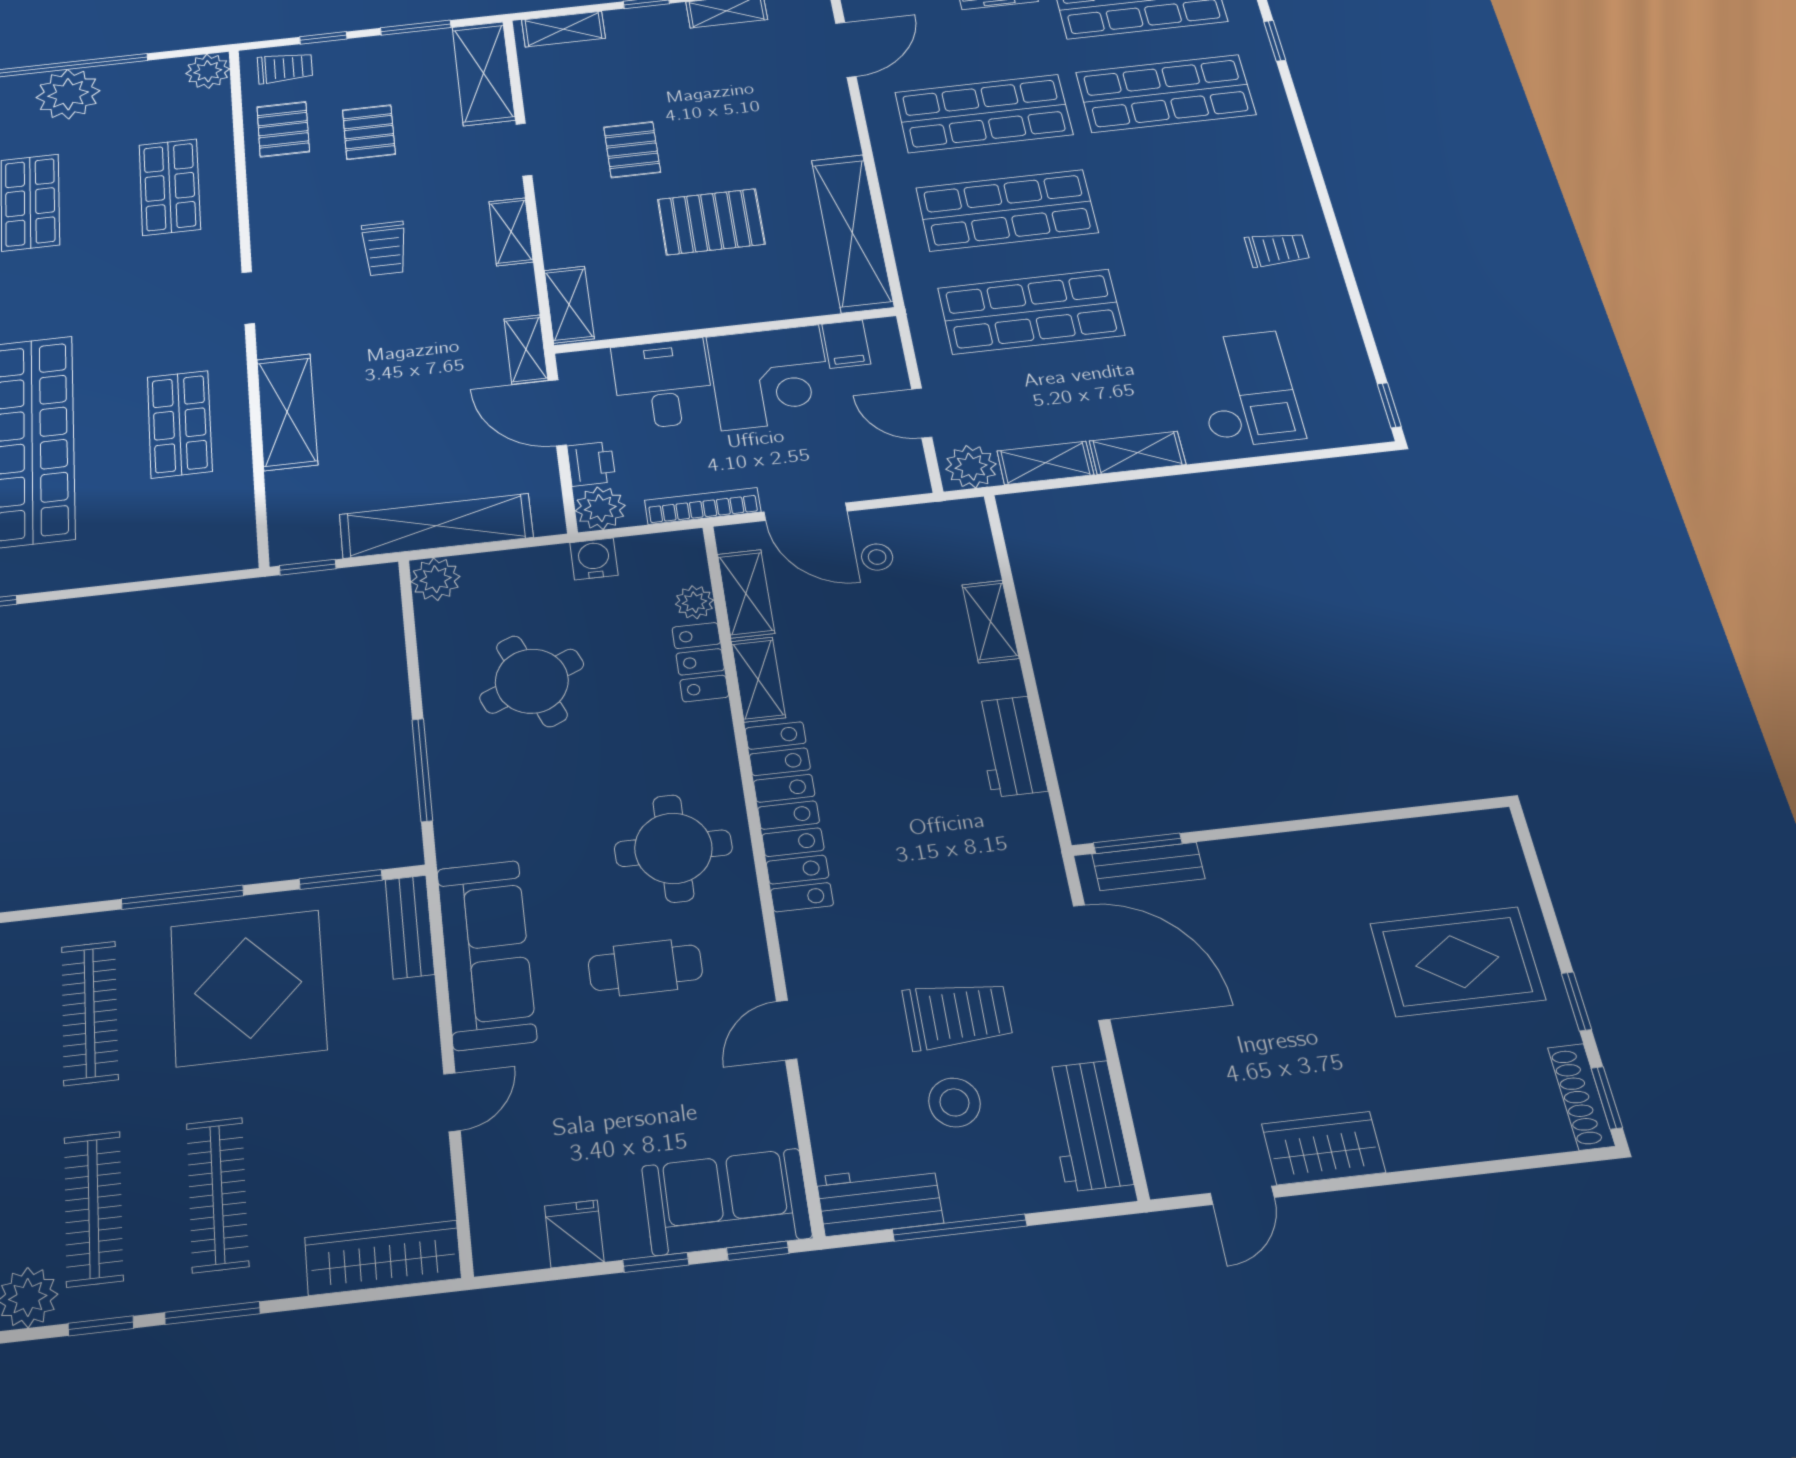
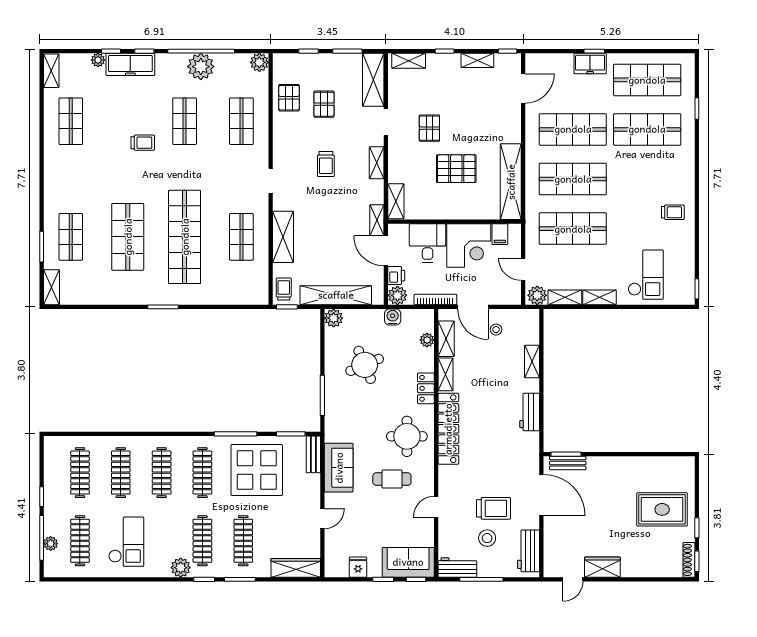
trolley: (285, 68) -> (284, 289), moved, turned -90
locker: (700, 662) -> (426, 388), moved
sofa: (486, 954) -> (339, 468), width x0.73

